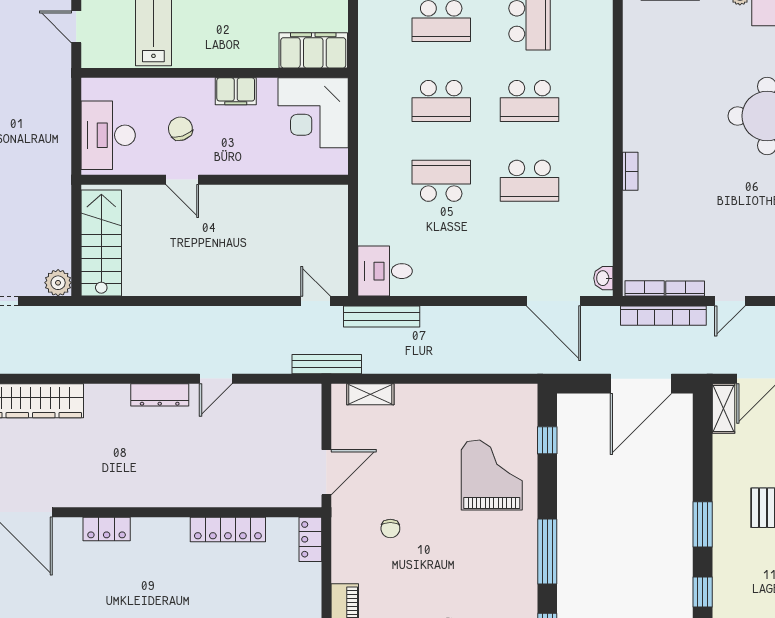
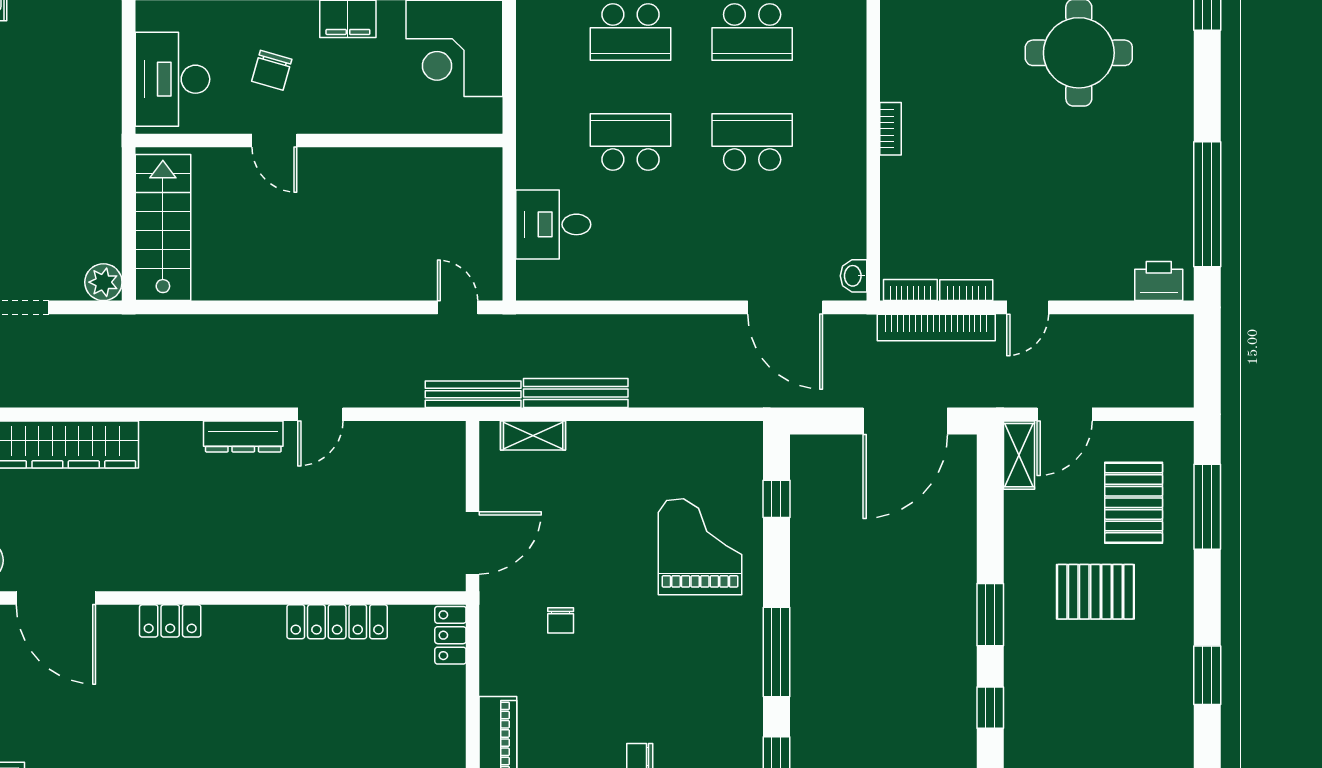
chair: (180, 129) -> (272, 70), turned -145
school desk: (530, 181) -> (752, 142), turned 180
desk: (385, 271) -> (553, 224), moved
bench: (382, 317) -> (576, 393), moved

